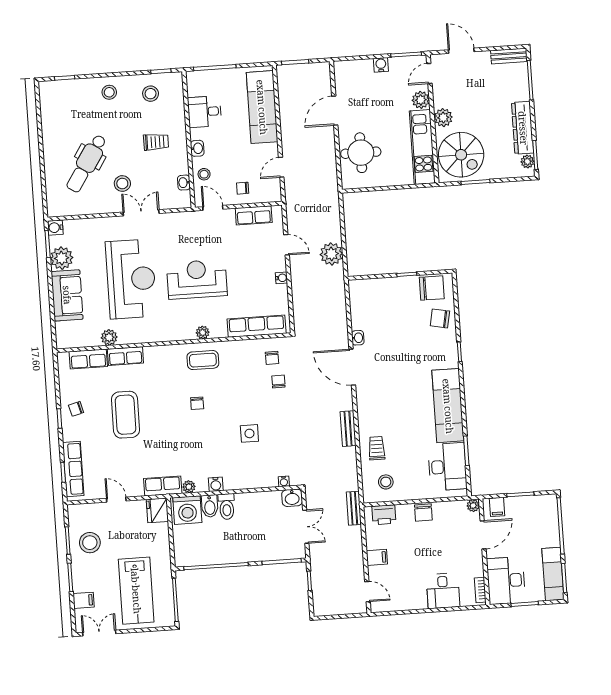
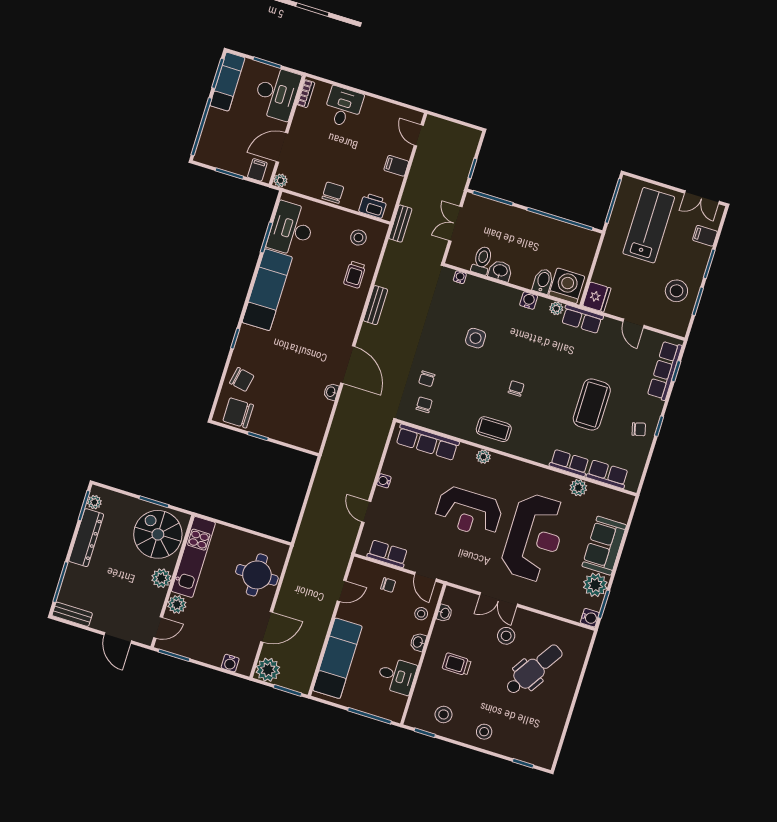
water cooler: (381, 65) -> (230, 663), moved
plant: (331, 254) -> (268, 670), moved
reception desk: (131, 279) -> (534, 537), turned 180
washbasin: (292, 498) -> (500, 271), moved
toilet: (227, 507) -> (482, 260), moved

